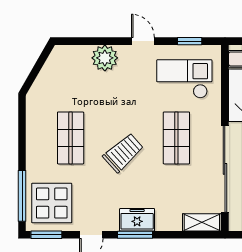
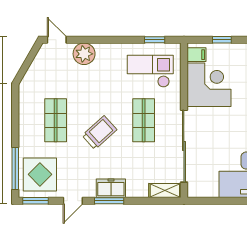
door: (143, 41) -> (57, 40), moved

